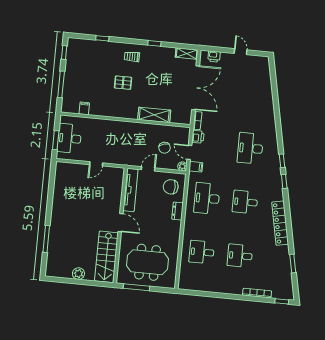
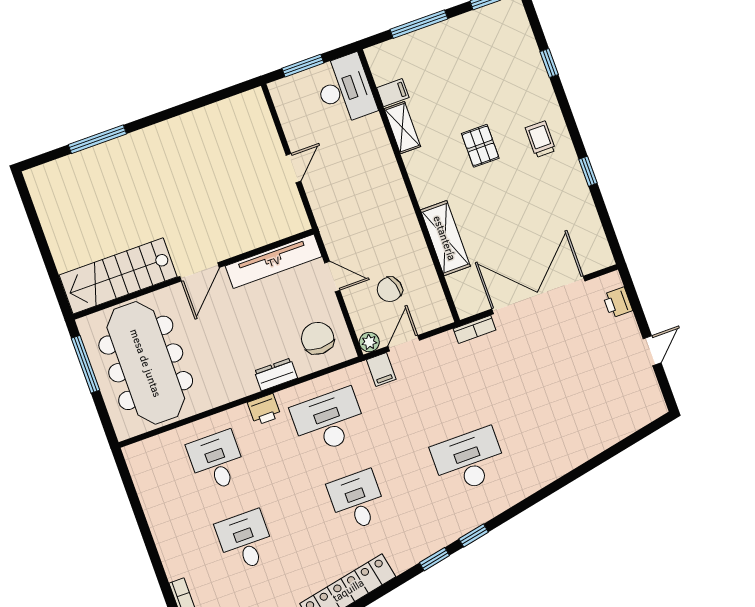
shelving: (187, 54) -> (402, 128), moved
double door: (196, 88) -> (538, 295), swing flipped
printer: (198, 137) -> (264, 409), moved
desk: (69, 138) -> (345, 89), moved, turned 90
door: (96, 164) -> (293, 168), swing flipped
meeting table: (148, 262) -> (146, 363), width x1.36
plant: (78, 274) -> (59, 236), removed

